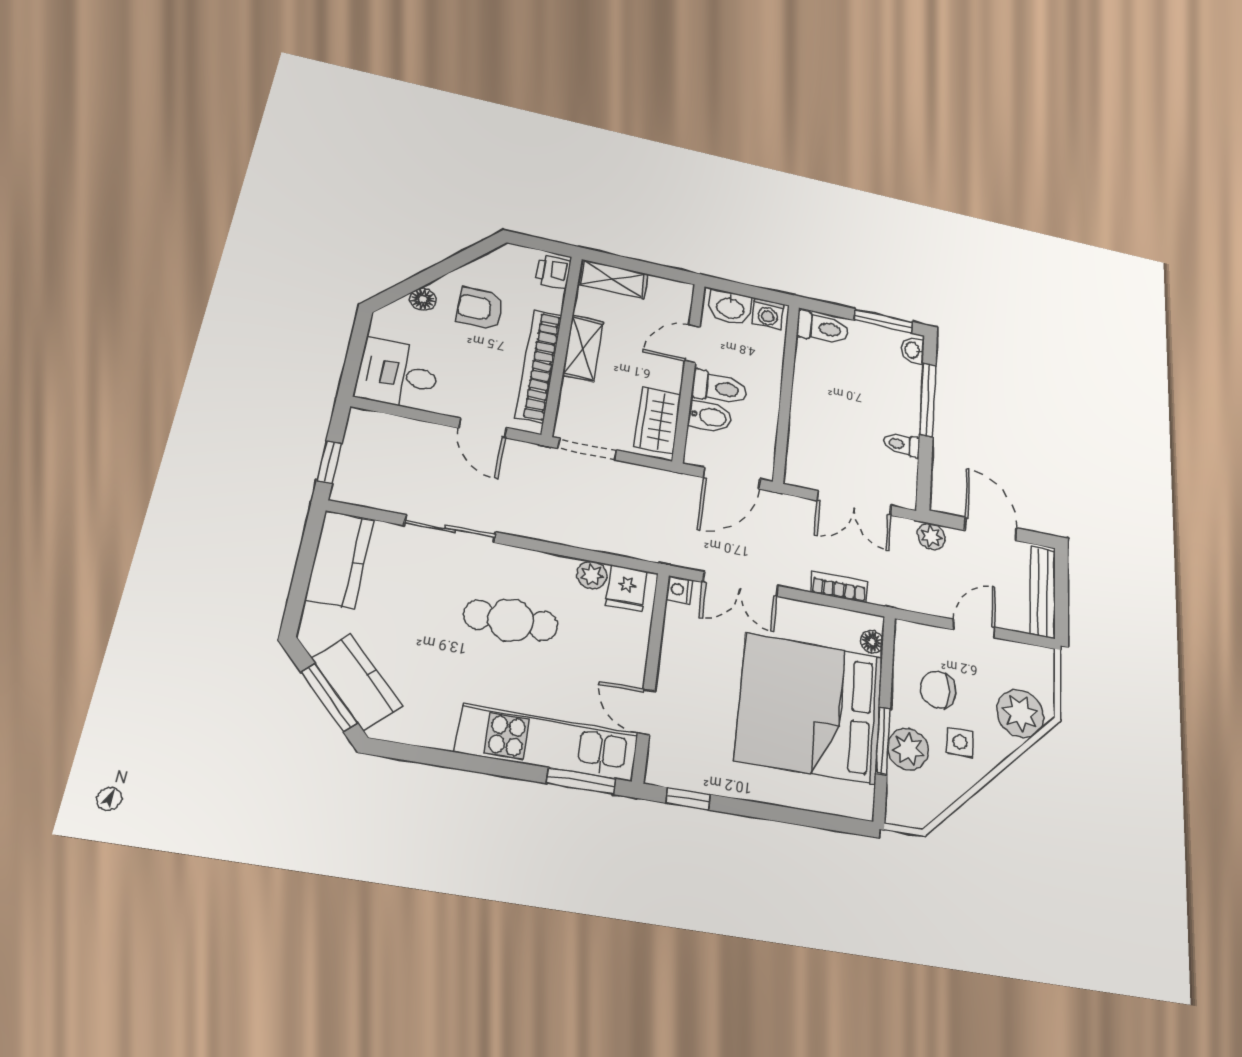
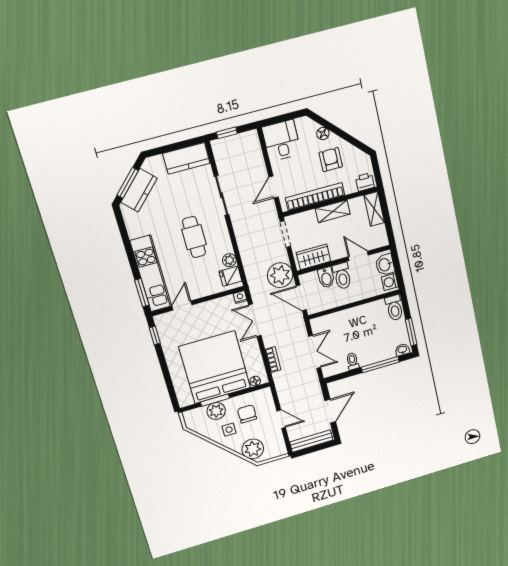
double door: (854, 503) -> (315, 352), swing flipped
plant: (931, 536) -> (280, 275), moved, width x1.87, depth x1.87

